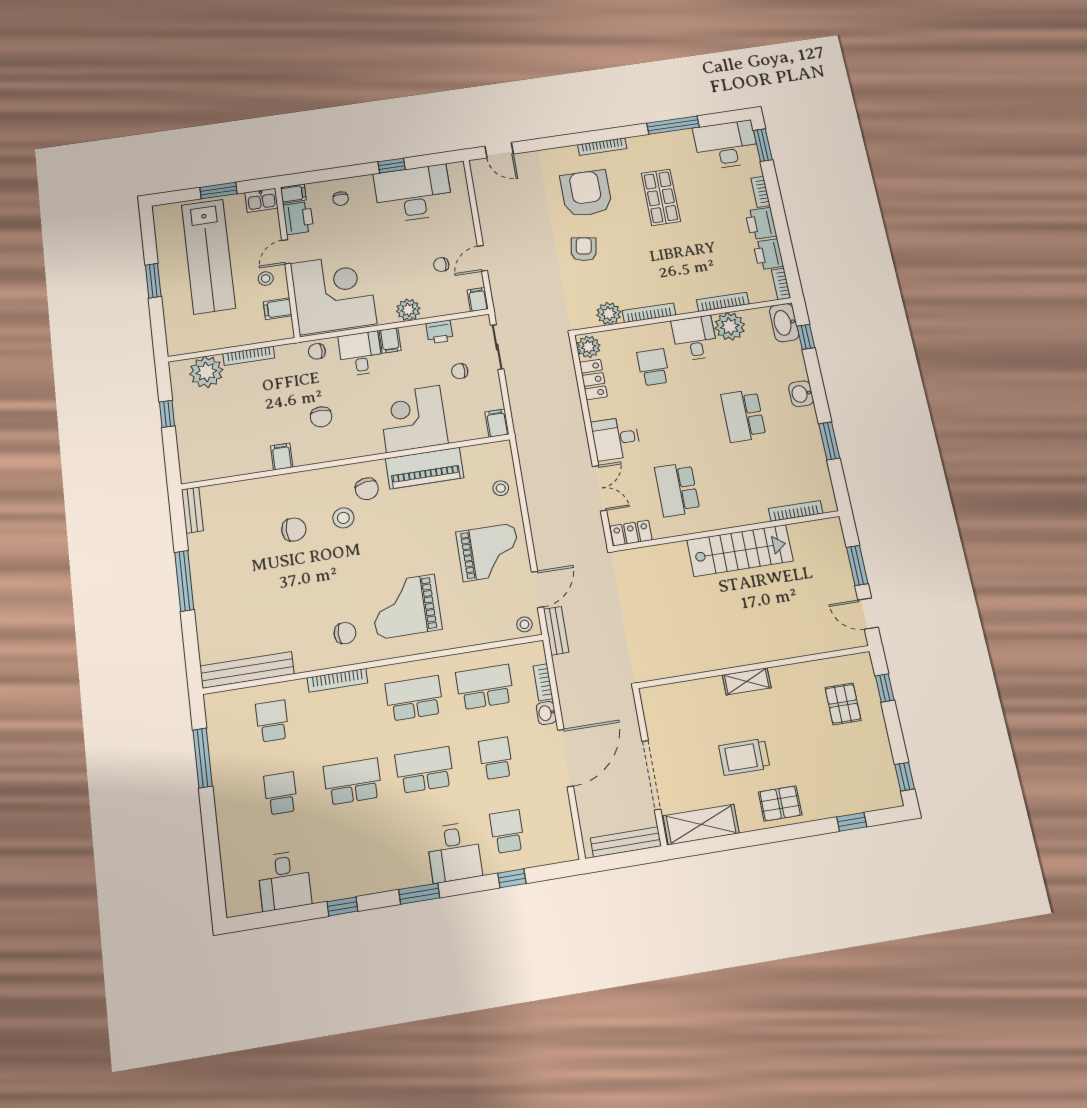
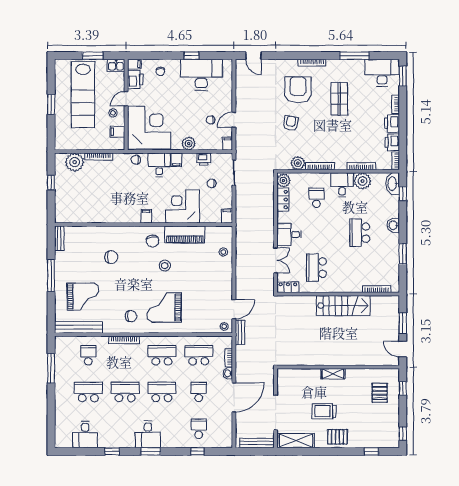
chair: (321, 417) -> (133, 197), removed
filing cabinet: (282, 457) -> (146, 216), moved
stool: (343, 518) -> (165, 266), moved
grand piano: (489, 552) -> (83, 297), moved
school desk: (281, 793) -> (88, 392), width x1.85
desk: (454, 852) -> (148, 434), moved

